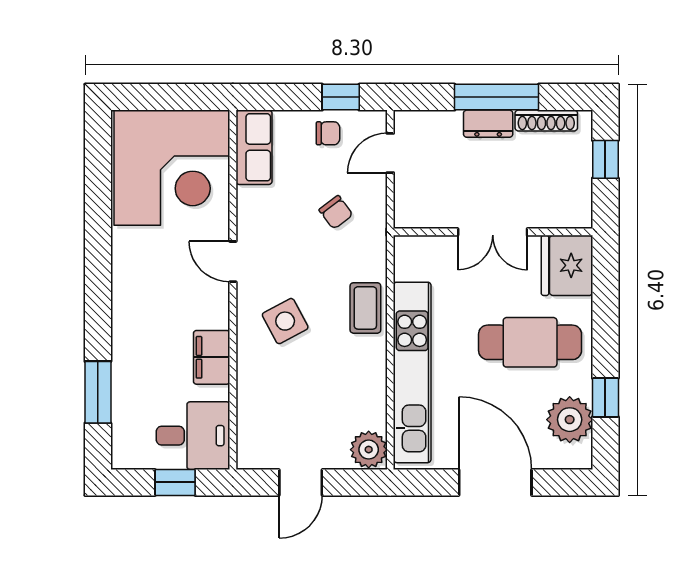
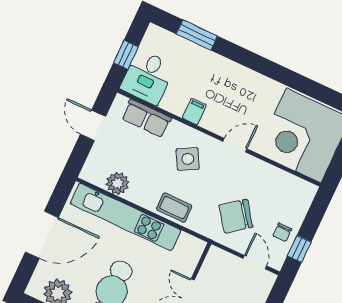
row of seats: (254, 147) -> (146, 118), moved
chair: (336, 212) -> (236, 216), width x1.87, depth x1.87
filing cabinet: (212, 357) -> (194, 112), width x0.50
plant: (369, 450) -> (118, 183), moved

